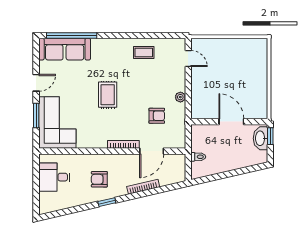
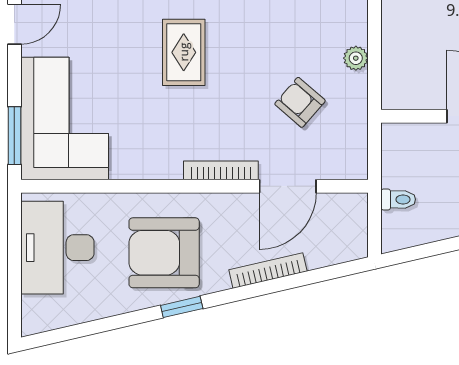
window: (36, 115) -> (14, 136), moved
armchair: (157, 116) -> (300, 102), turned -139
desk: (54, 177) -> (57, 248), width x1.37
armchair: (99, 179) -> (164, 253), width x1.88, depth x1.88

